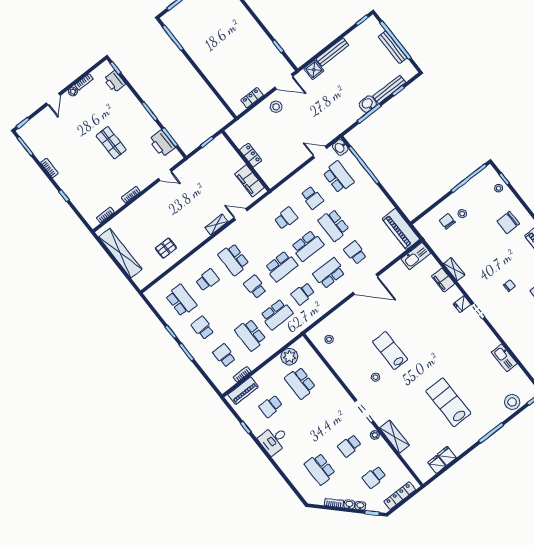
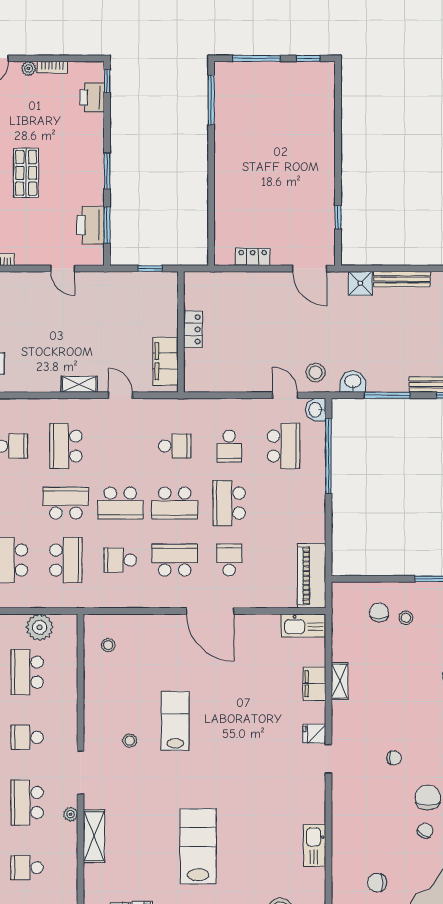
washbasin: (368, 104) -> (353, 382), moved
stool: (276, 107) -> (316, 372), moved
school desk: (255, 287) -> (66, 503), width x1.85
school desk: (277, 314) -> (66, 560), turned -90
school desk: (325, 414) -> (27, 737), added
school desk: (349, 446) -> (27, 802), width x1.85

